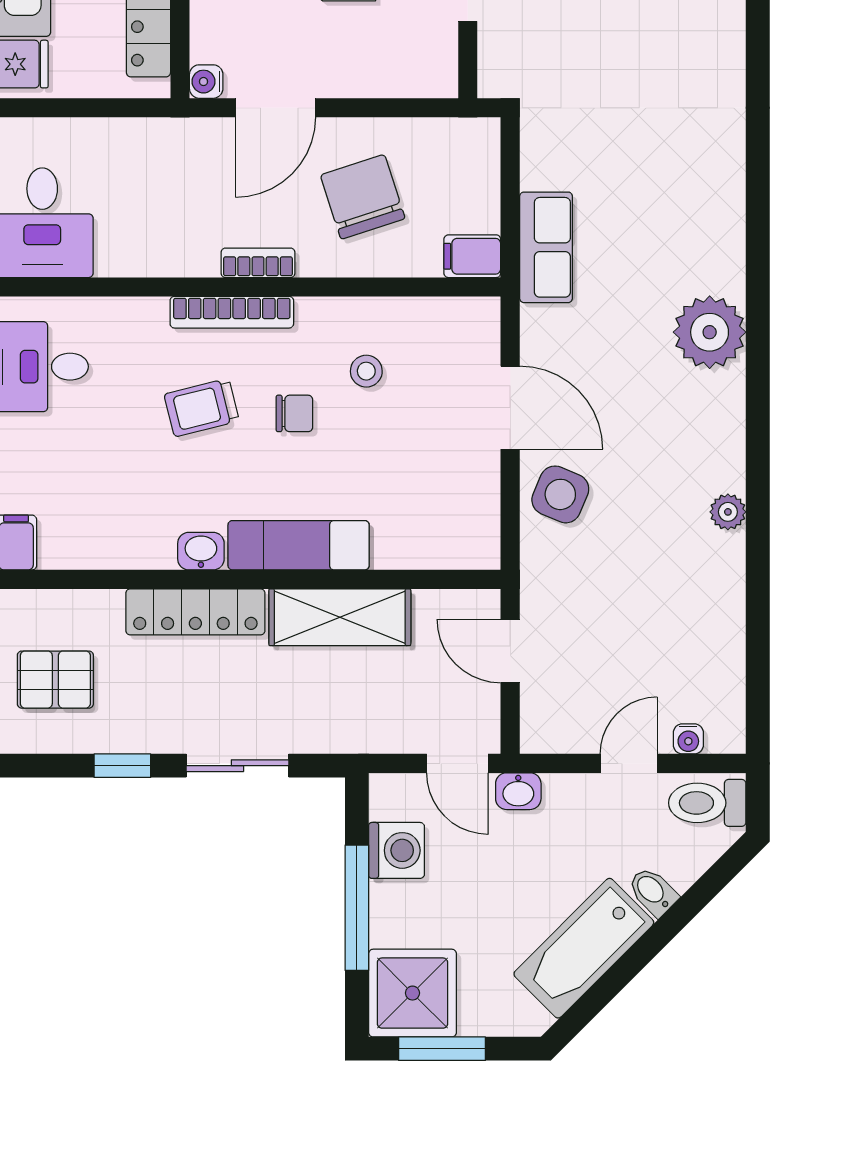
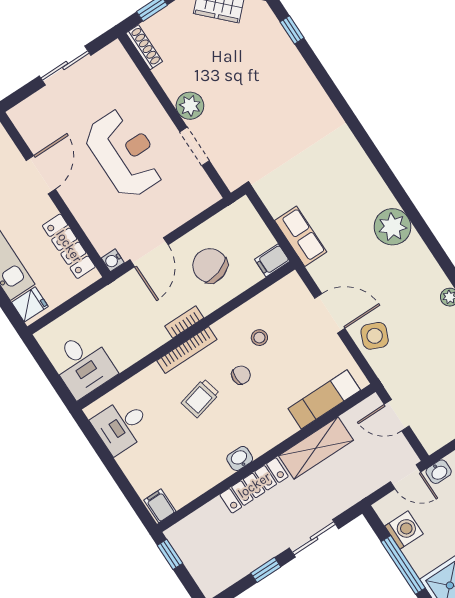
exam couch: (299, 545) -> (324, 399), moved
pallet: (55, 680) -> (214, 552), removed

